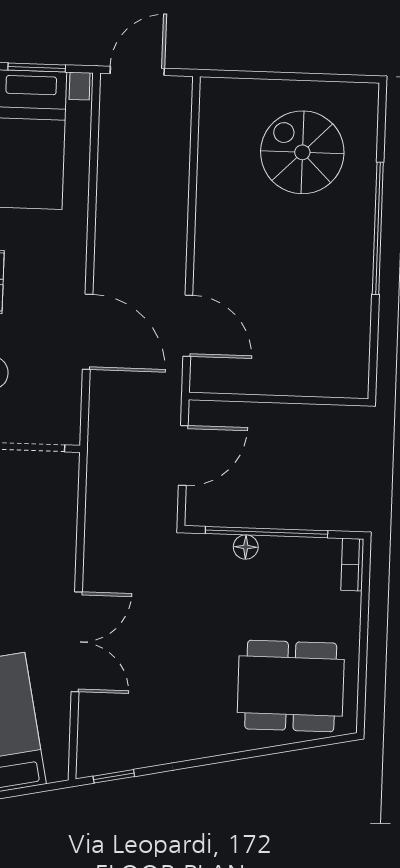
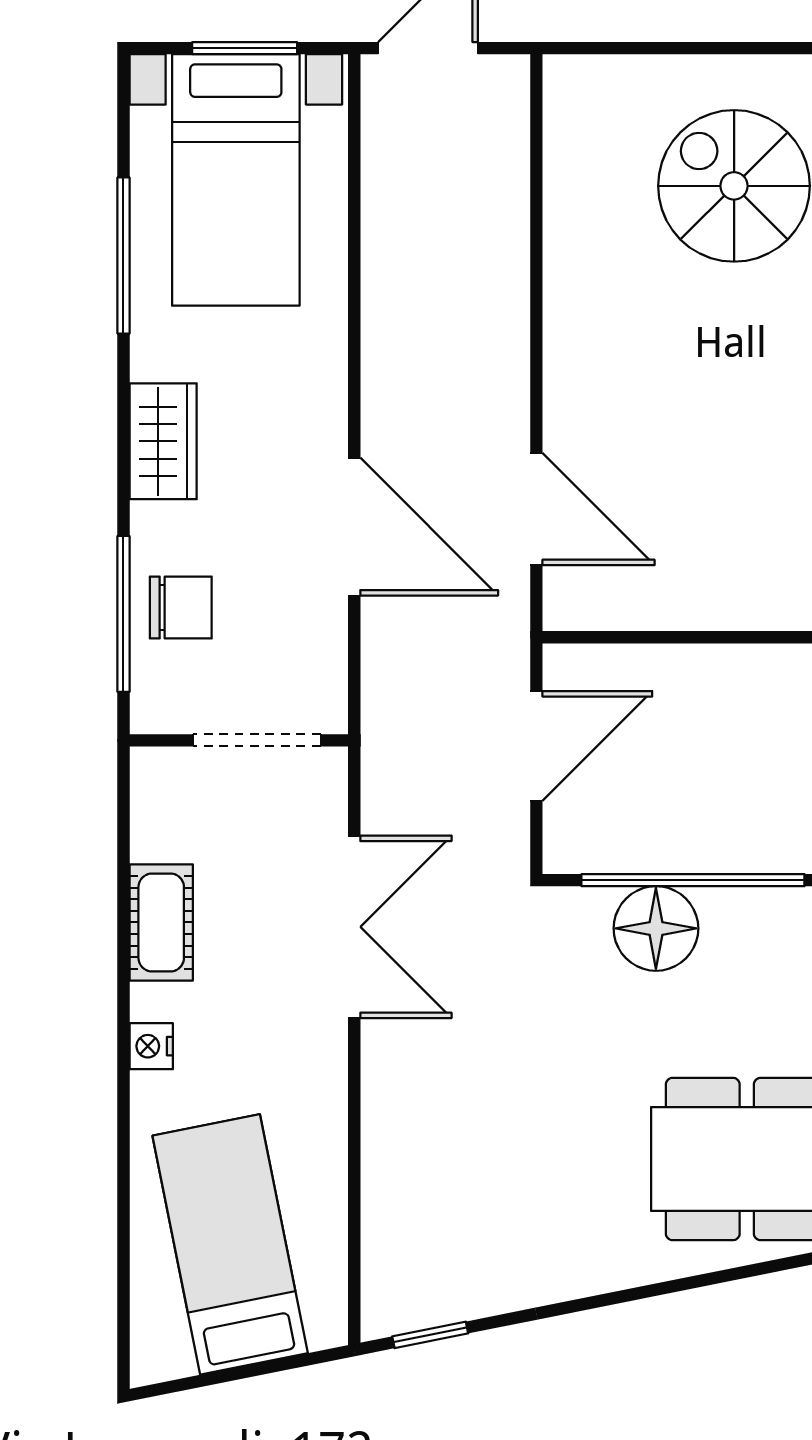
floor lamp: (246, 547) -> (656, 928), width x1.89, depth x1.89
double door: (77, 642) -> (354, 927), moved

